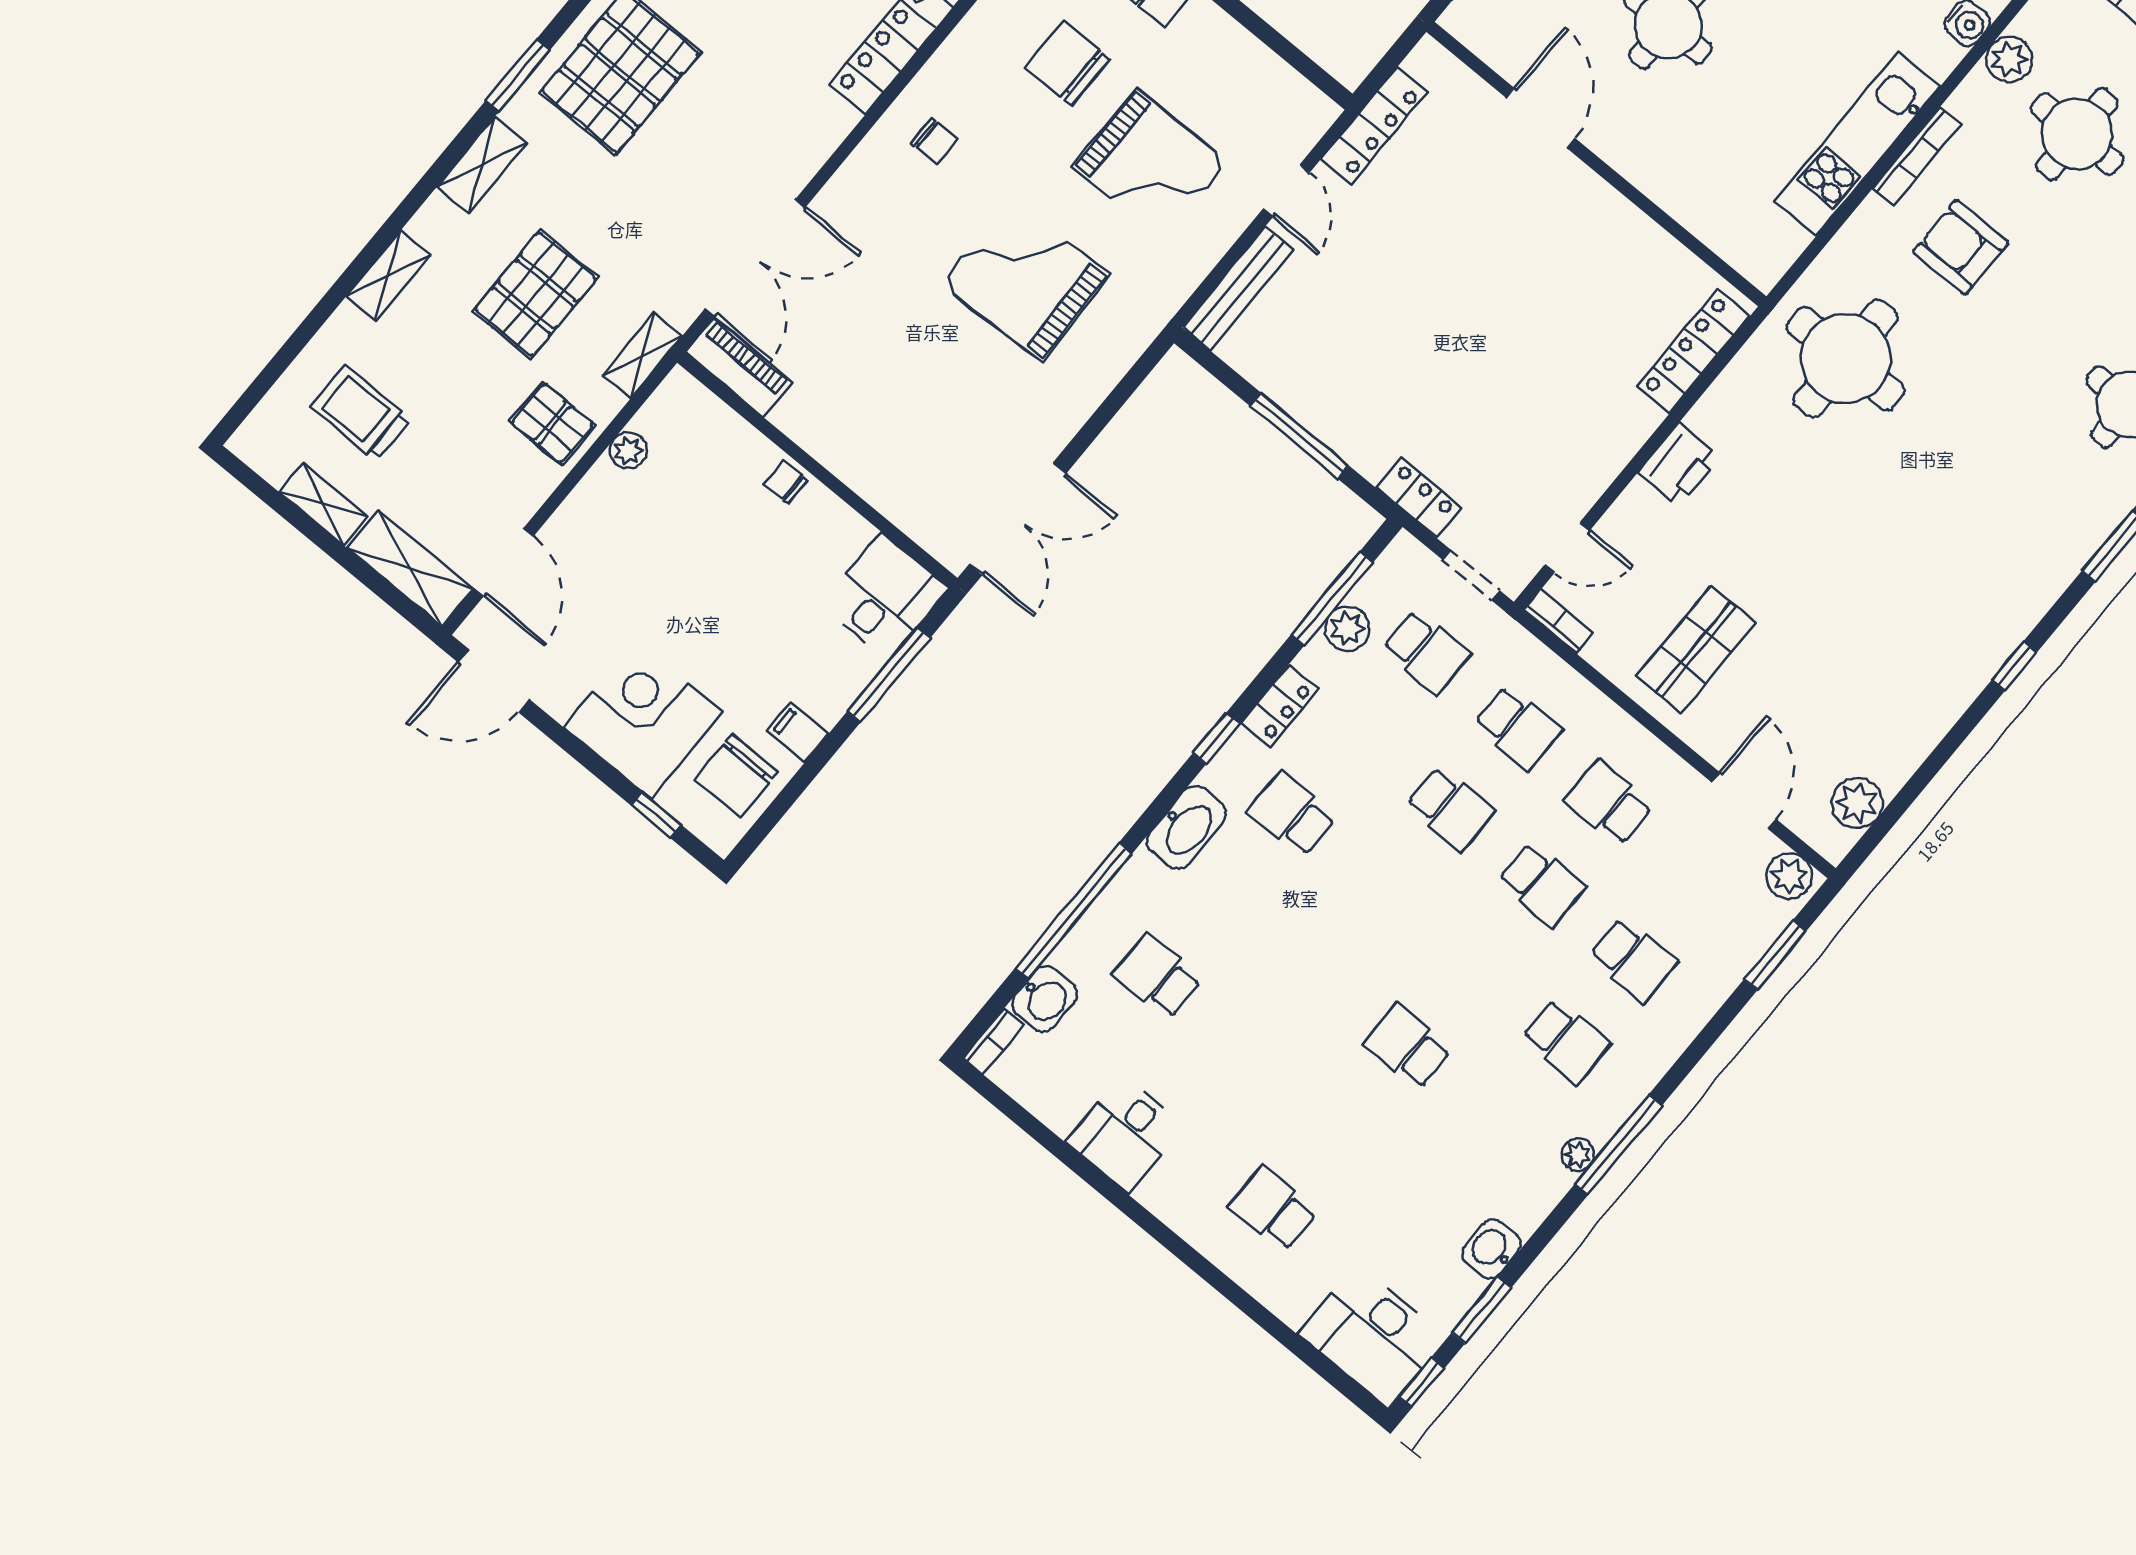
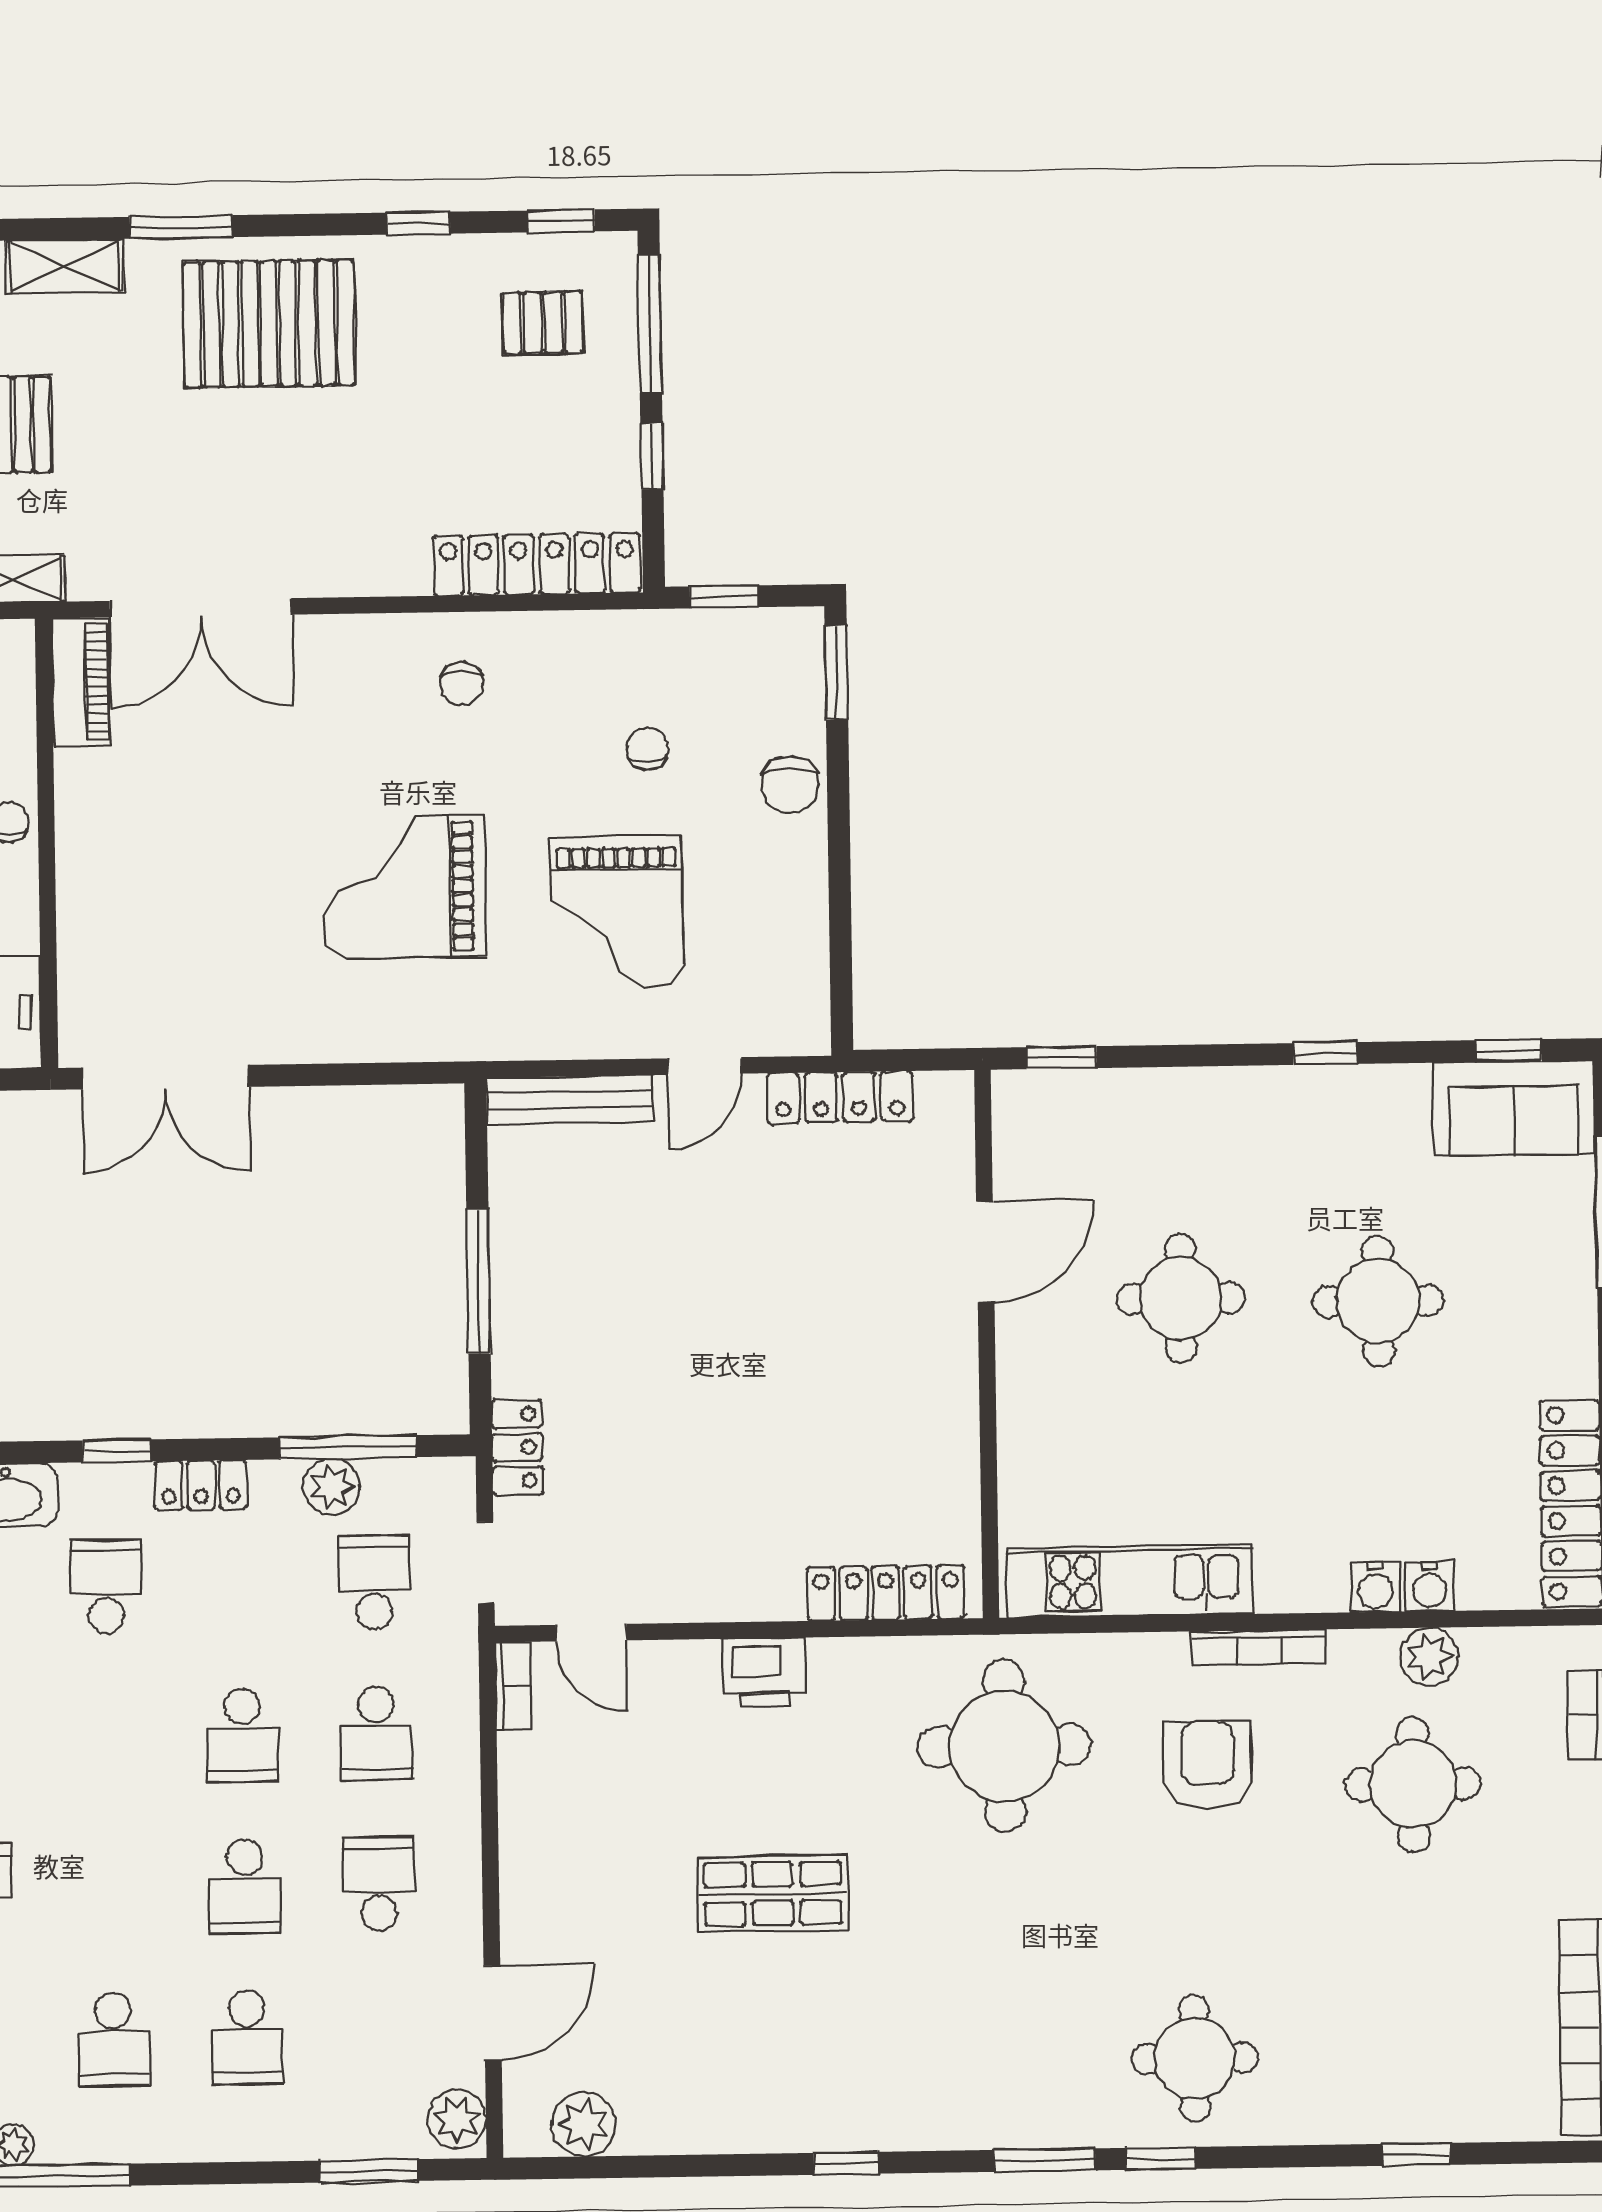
water cooler: (1940, 56) -> (1375, 1587), added
chair: (1067, 63) -> (647, 749), width x0.54, depth x0.54
kitchen unit: (1857, 144) -> (1130, 1581), moved
grand piano: (1026, 279) -> (404, 887), turned -88
shop shelf: (1696, 650) -> (773, 1894), moved
school desk: (1426, 652) -> (374, 1582), turned 180

